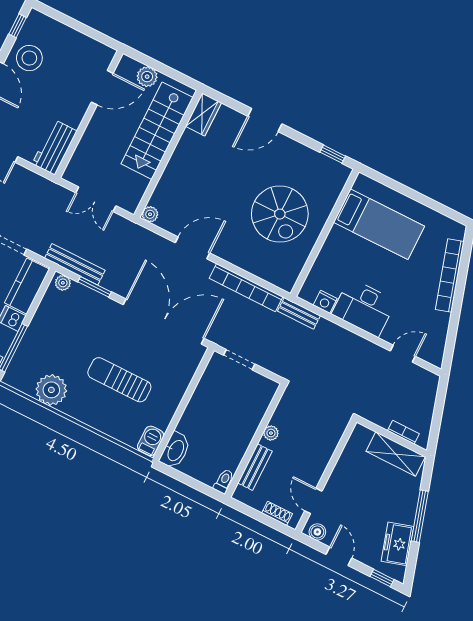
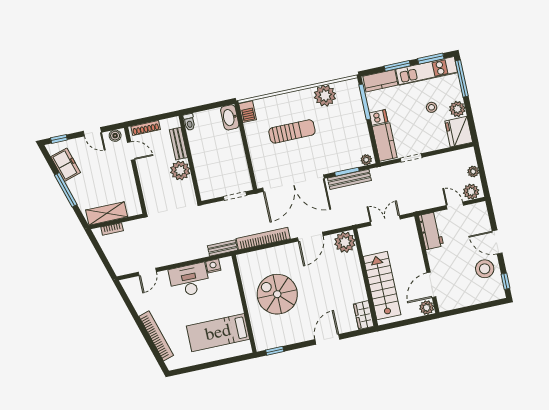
plant: (147, 77) -> (427, 308), moved
plant: (150, 214) -> (345, 242), width x1.88, depth x1.88
bench: (75, 264) -> (349, 179), moved
plant: (271, 433) -> (180, 170), width x1.88, depth x1.88
shoe rack: (277, 513) -> (146, 128), width x1.43

